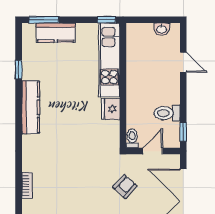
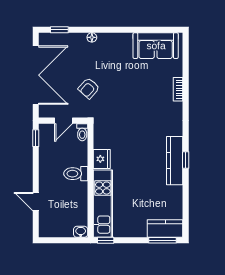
washbasin: (162, 29) -> (81, 232), moved
kitchen counter: (56, 33) -> (165, 229), moved
window: (19, 70) -> (186, 160), moved
toilet: (167, 113) -> (76, 174), moved, turned 180

